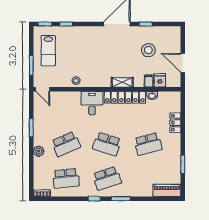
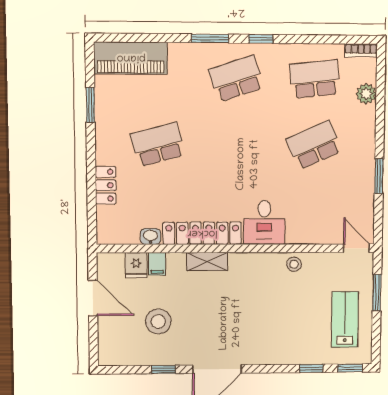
school desk: (107, 144) -> (236, 145), removed
plant: (39, 151) -> (366, 94), moved
piano: (167, 190) -> (131, 58), width x1.37, depth x1.33

